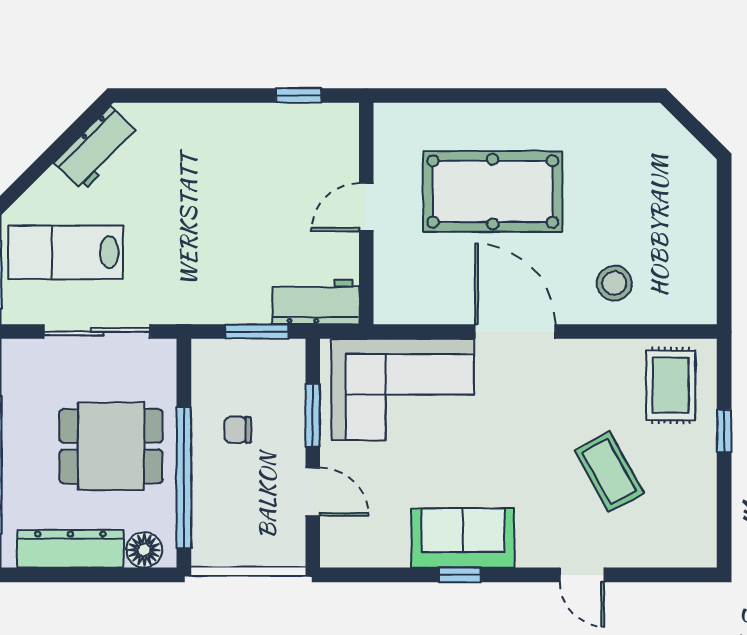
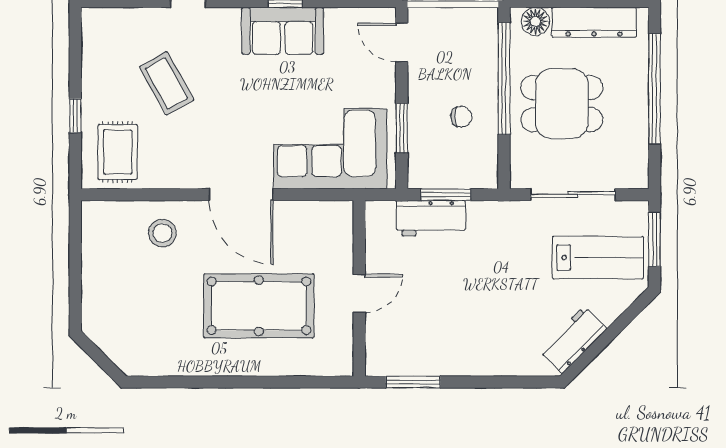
window: (299, 95) -> (413, 382), width x1.50
workbench: (316, 302) -> (431, 218), moved
door: (313, 492) -> (402, 42), moved

